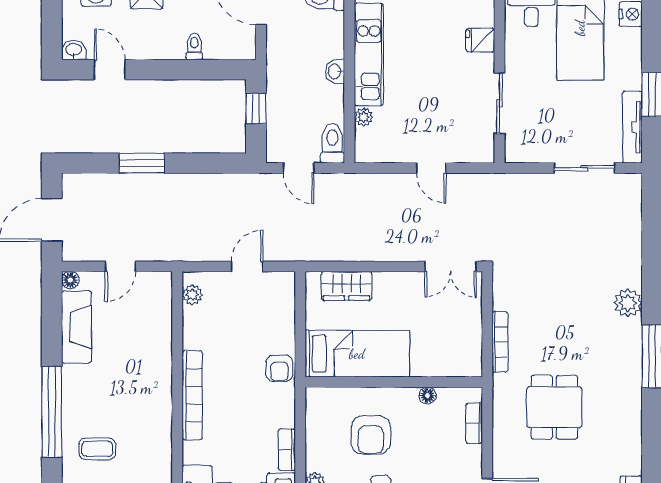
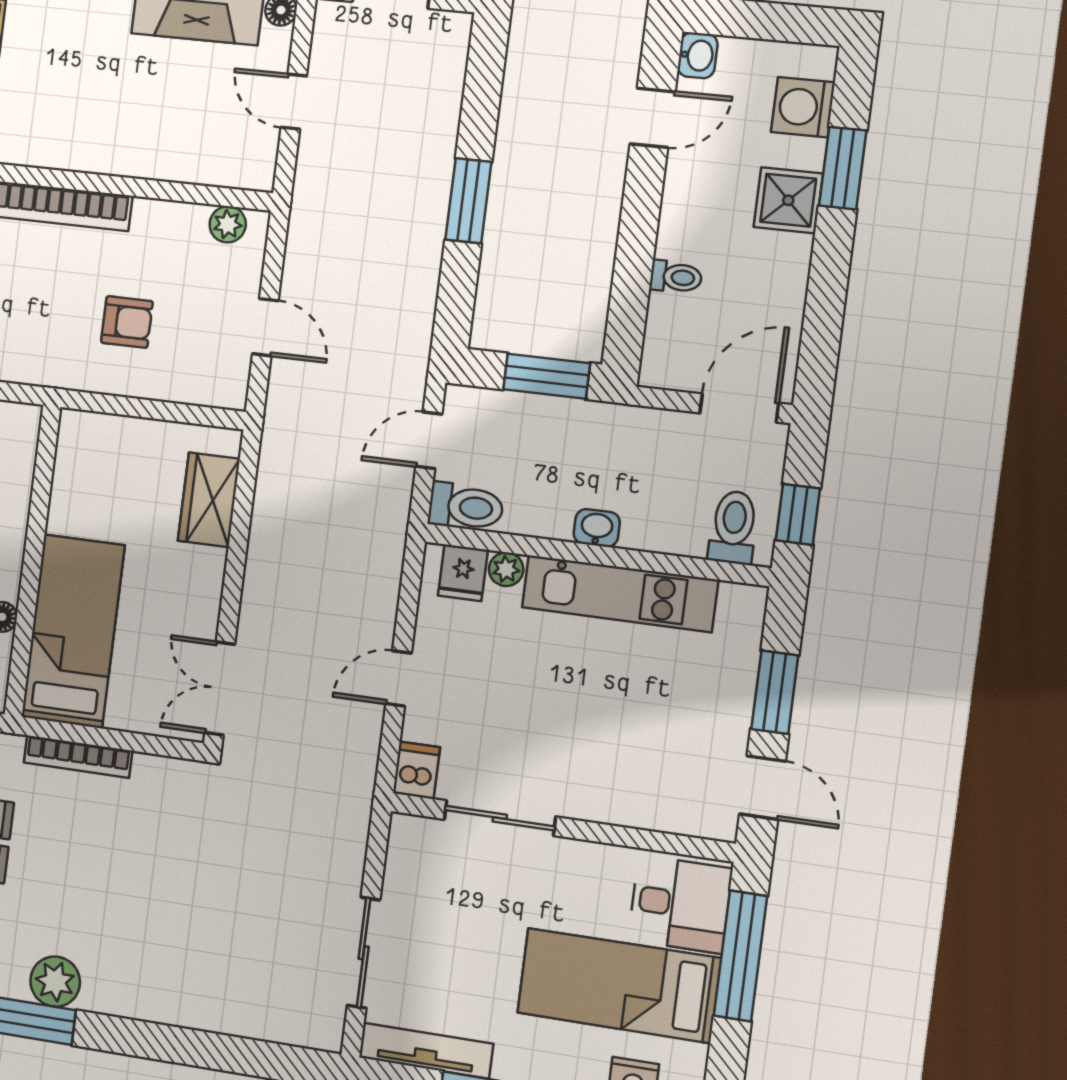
fridge: (480, 40) -> (463, 573), moved, turned 180
window: (256, 109) -> (547, 376), width x1.50
dishwasher: (480, 152) -> (416, 770), added
window: (142, 163) -> (468, 201), moved
plant: (628, 303) -> (55, 982), moved
bed: (357, 354) -> (73, 631), moved, turned 180
armchair: (279, 368) -> (127, 322), moved, turned 180

